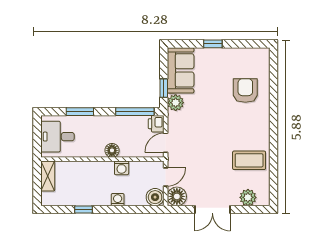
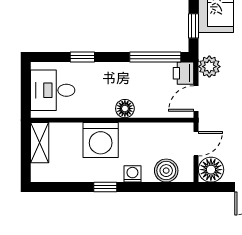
plant: (176, 103) -> (209, 67), moved
window: (80, 112) -> (82, 57), width x0.67
washing machine: (122, 168) -> (101, 140), moved, width x1.89, depth x1.89
boiler: (155, 197) -> (166, 171), moved
window: (84, 210) -> (105, 187), moved

